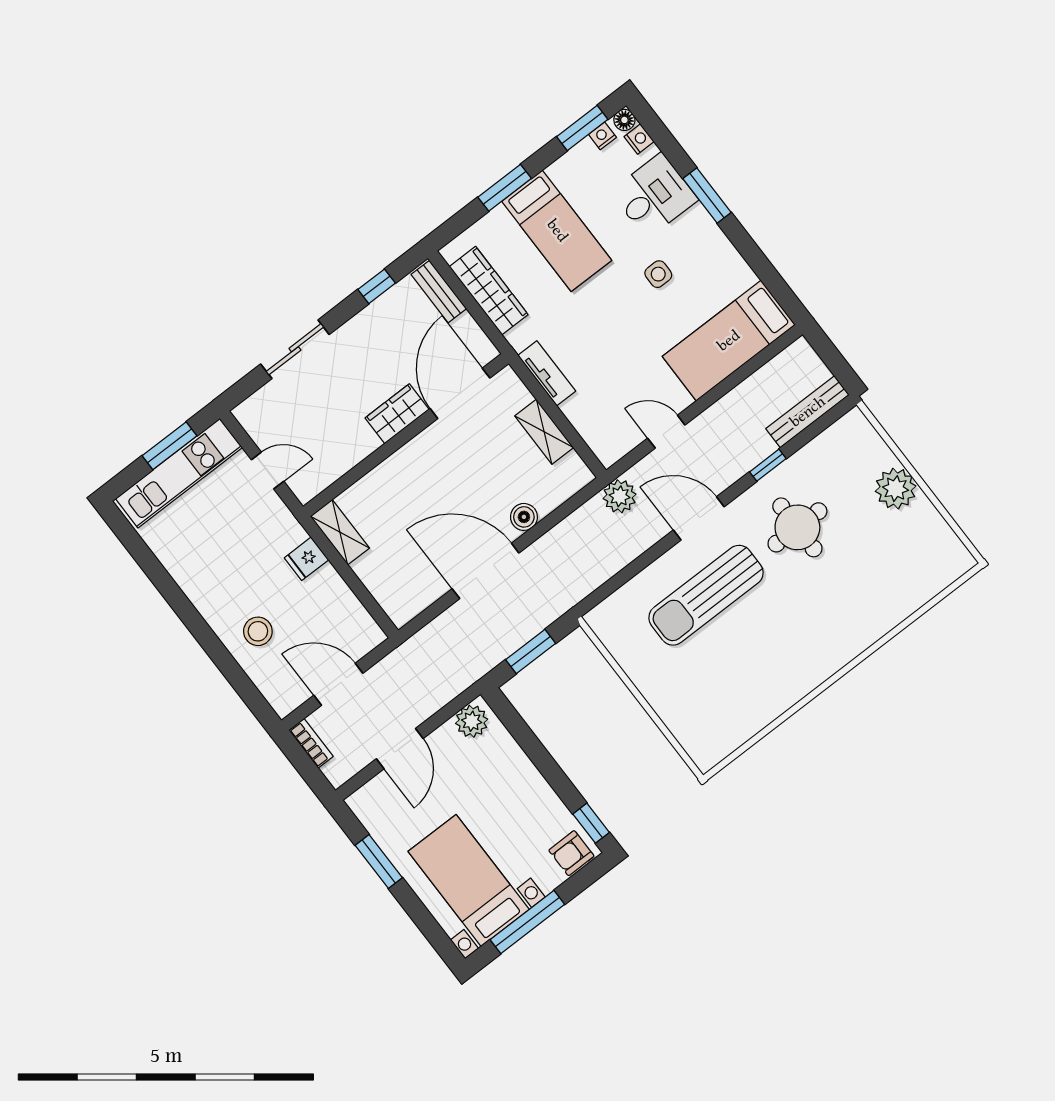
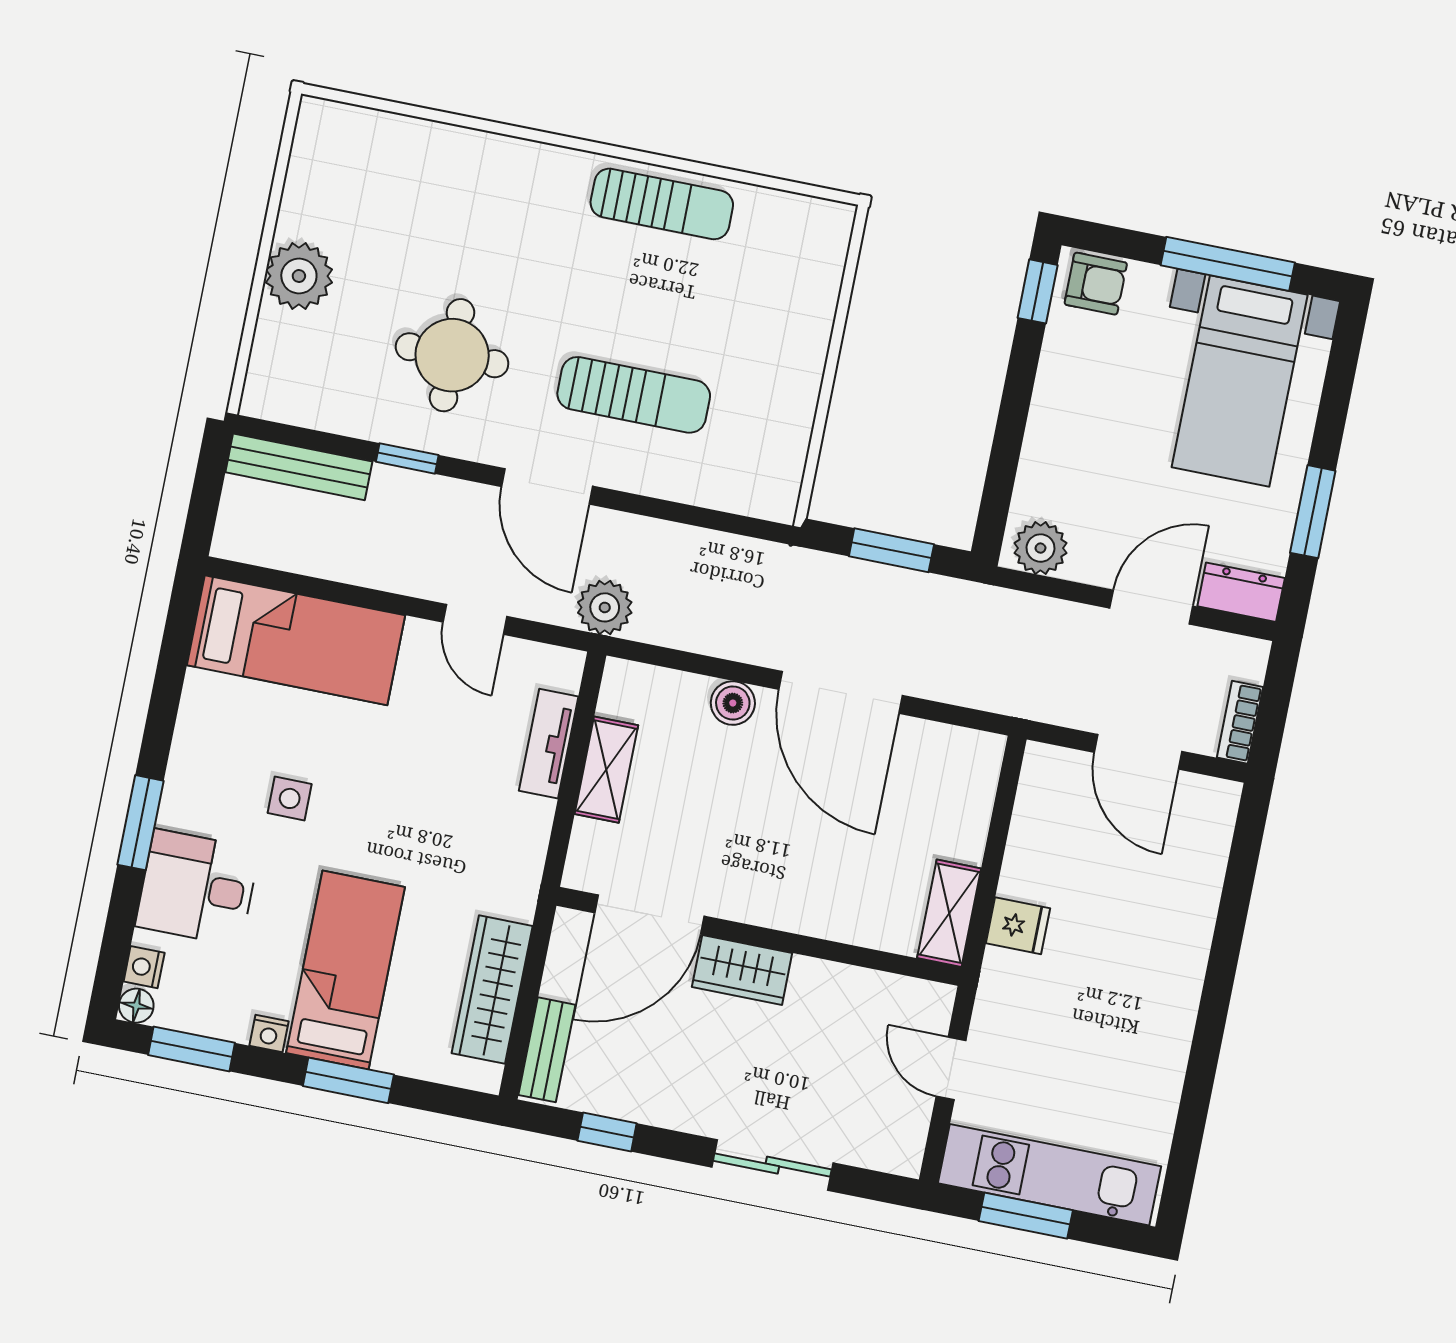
nightstand: (602, 136) -> (269, 1033), moved
tv unit: (547, 373) -> (549, 744), moved
sun lounger: (706, 595) -> (634, 395), width x0.73, depth x0.75
stool: (258, 631) -> (1159, 908), removed
sun lounger: (783, 685) -> (662, 204), added
dresser: (371, 796) -> (1241, 592), added

